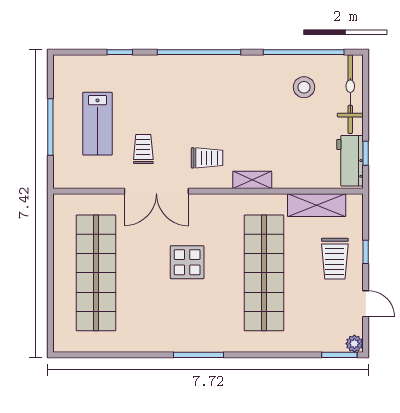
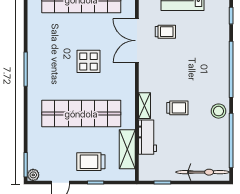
stool: (304, 87) -> (219, 111), moved
trolley: (207, 158) -> (177, 108), moved, turned -90
workbench: (350, 161) -> (147, 137), moved, turned 90

